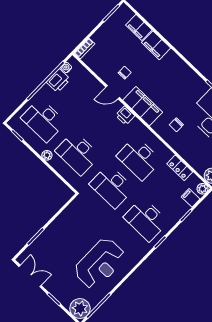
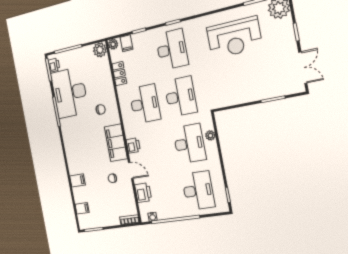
filing cabinet: (139, 27) -> (82, 208), width x0.50
filing cabinet: (156, 45) -> (77, 180), width x0.50
printer: (58, 81) -> (143, 193), moved, turned 90
plant: (47, 155) -> (210, 135), moved
reception desk: (100, 263) -> (234, 38), turned 180
double door: (30, 276) -> (303, 68), swing flipped

